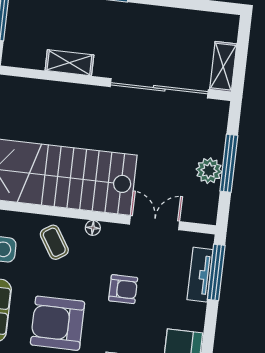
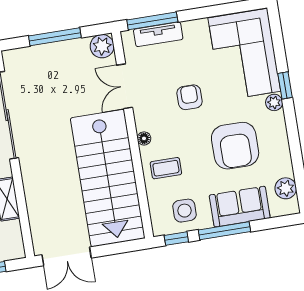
plant: (209, 171) -> (102, 46), moved
coffee table: (54, 242) -> (166, 168), turned 32

